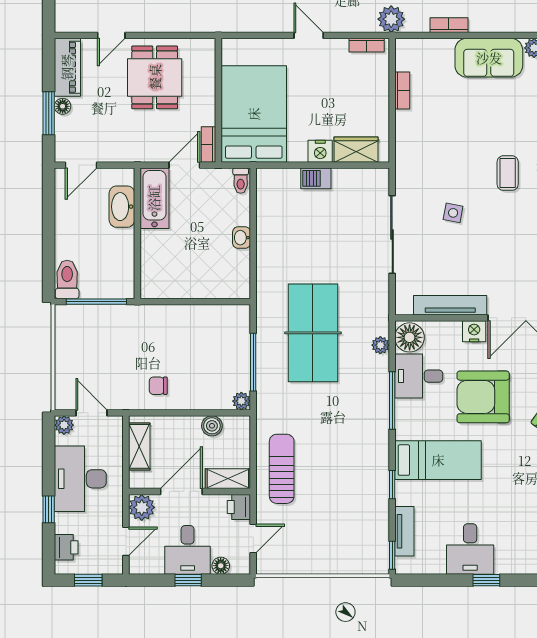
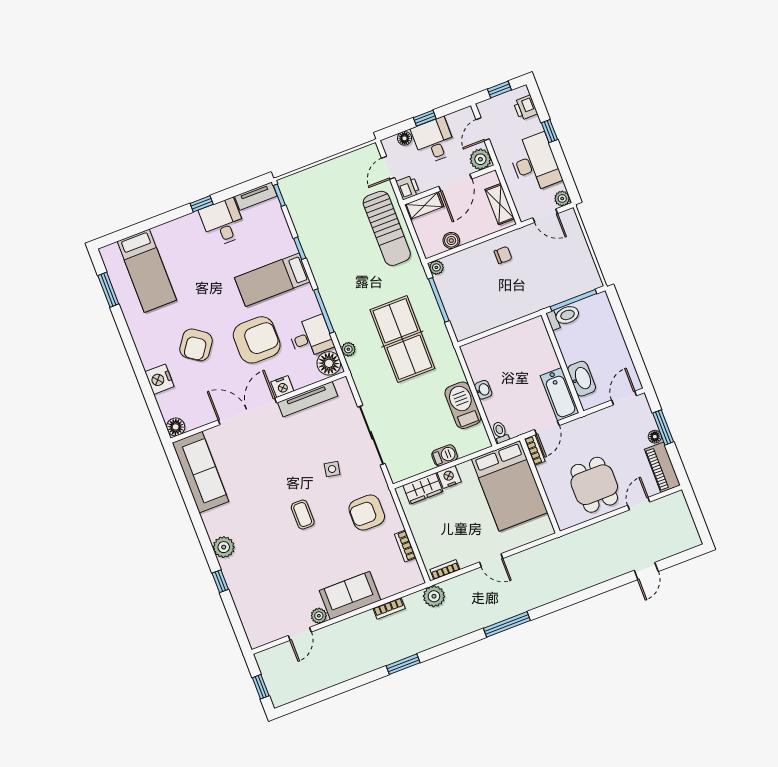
armchair: (432, 147) -> (367, 513), added
barbecue: (272, 229) -> (463, 405), added
toilet: (67, 280) -> (563, 316), moved, turned -90
sun lounger: (282, 469) -> (387, 228), width x1.36, depth x1.34
tv unit: (404, 531) -> (256, 196), moved, turned -90

